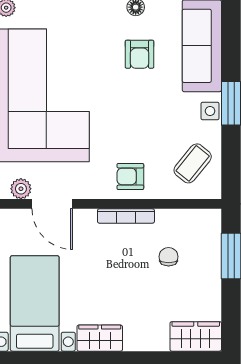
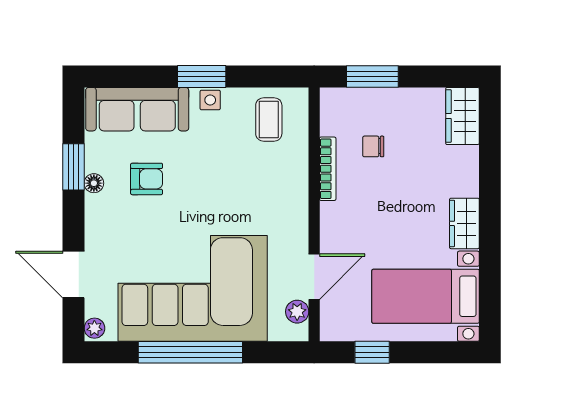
coffee table: (193, 163) -> (269, 119), turned 51
armchair: (130, 176) -> (283, 189), removed
bookcase: (126, 216) -> (328, 169), moved

